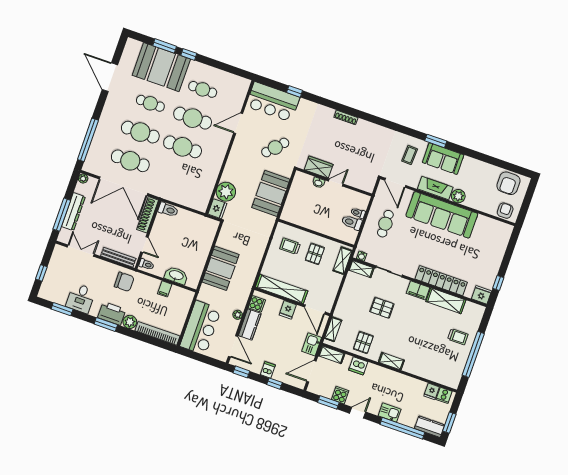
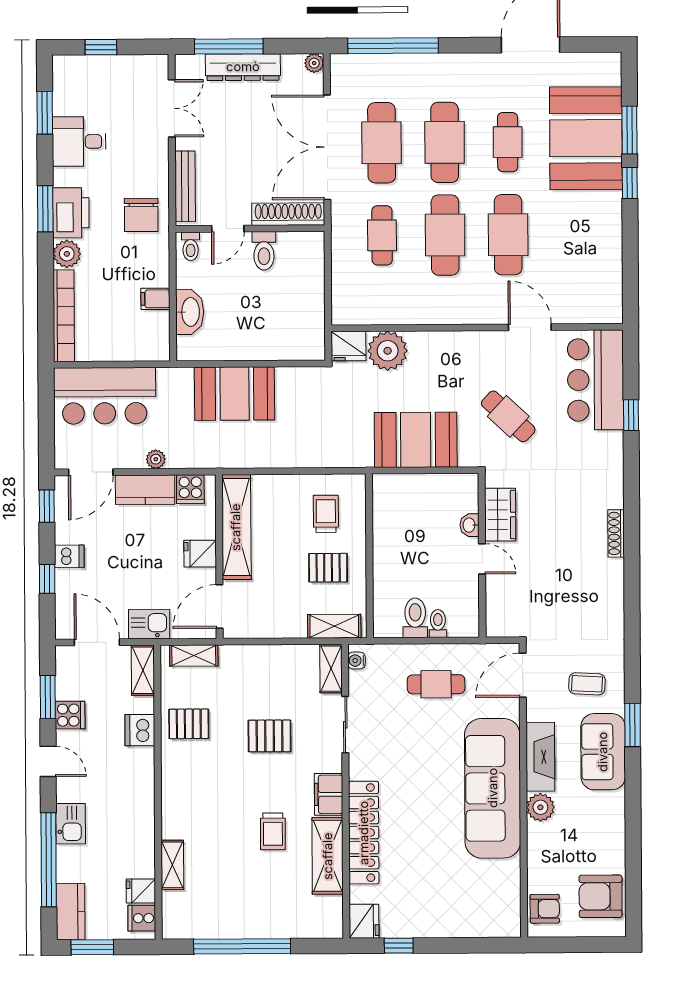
cafe table: (203, 89) -> (382, 235), moved
toilet: (168, 210) -> (264, 251), moved
pallet: (382, 308) -> (270, 736), turned 90
trolley: (458, 337) -> (273, 831), moved
shelving: (391, 361) -> (172, 865), moved

